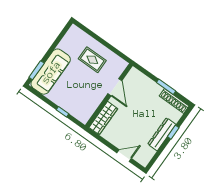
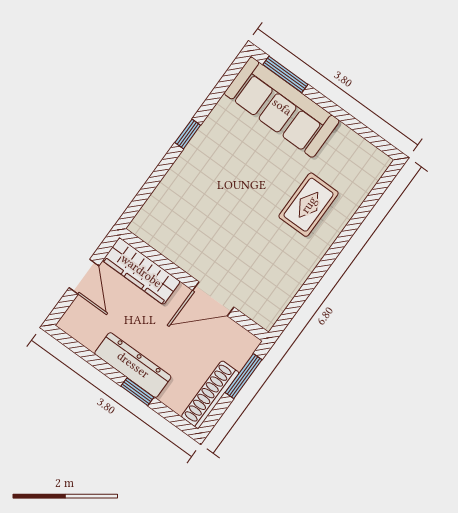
door: (115, 87) -> (213, 299), moved
wall: (109, 95) -> (194, 285), moved
wardrobe: (103, 118) -> (141, 271), moved

